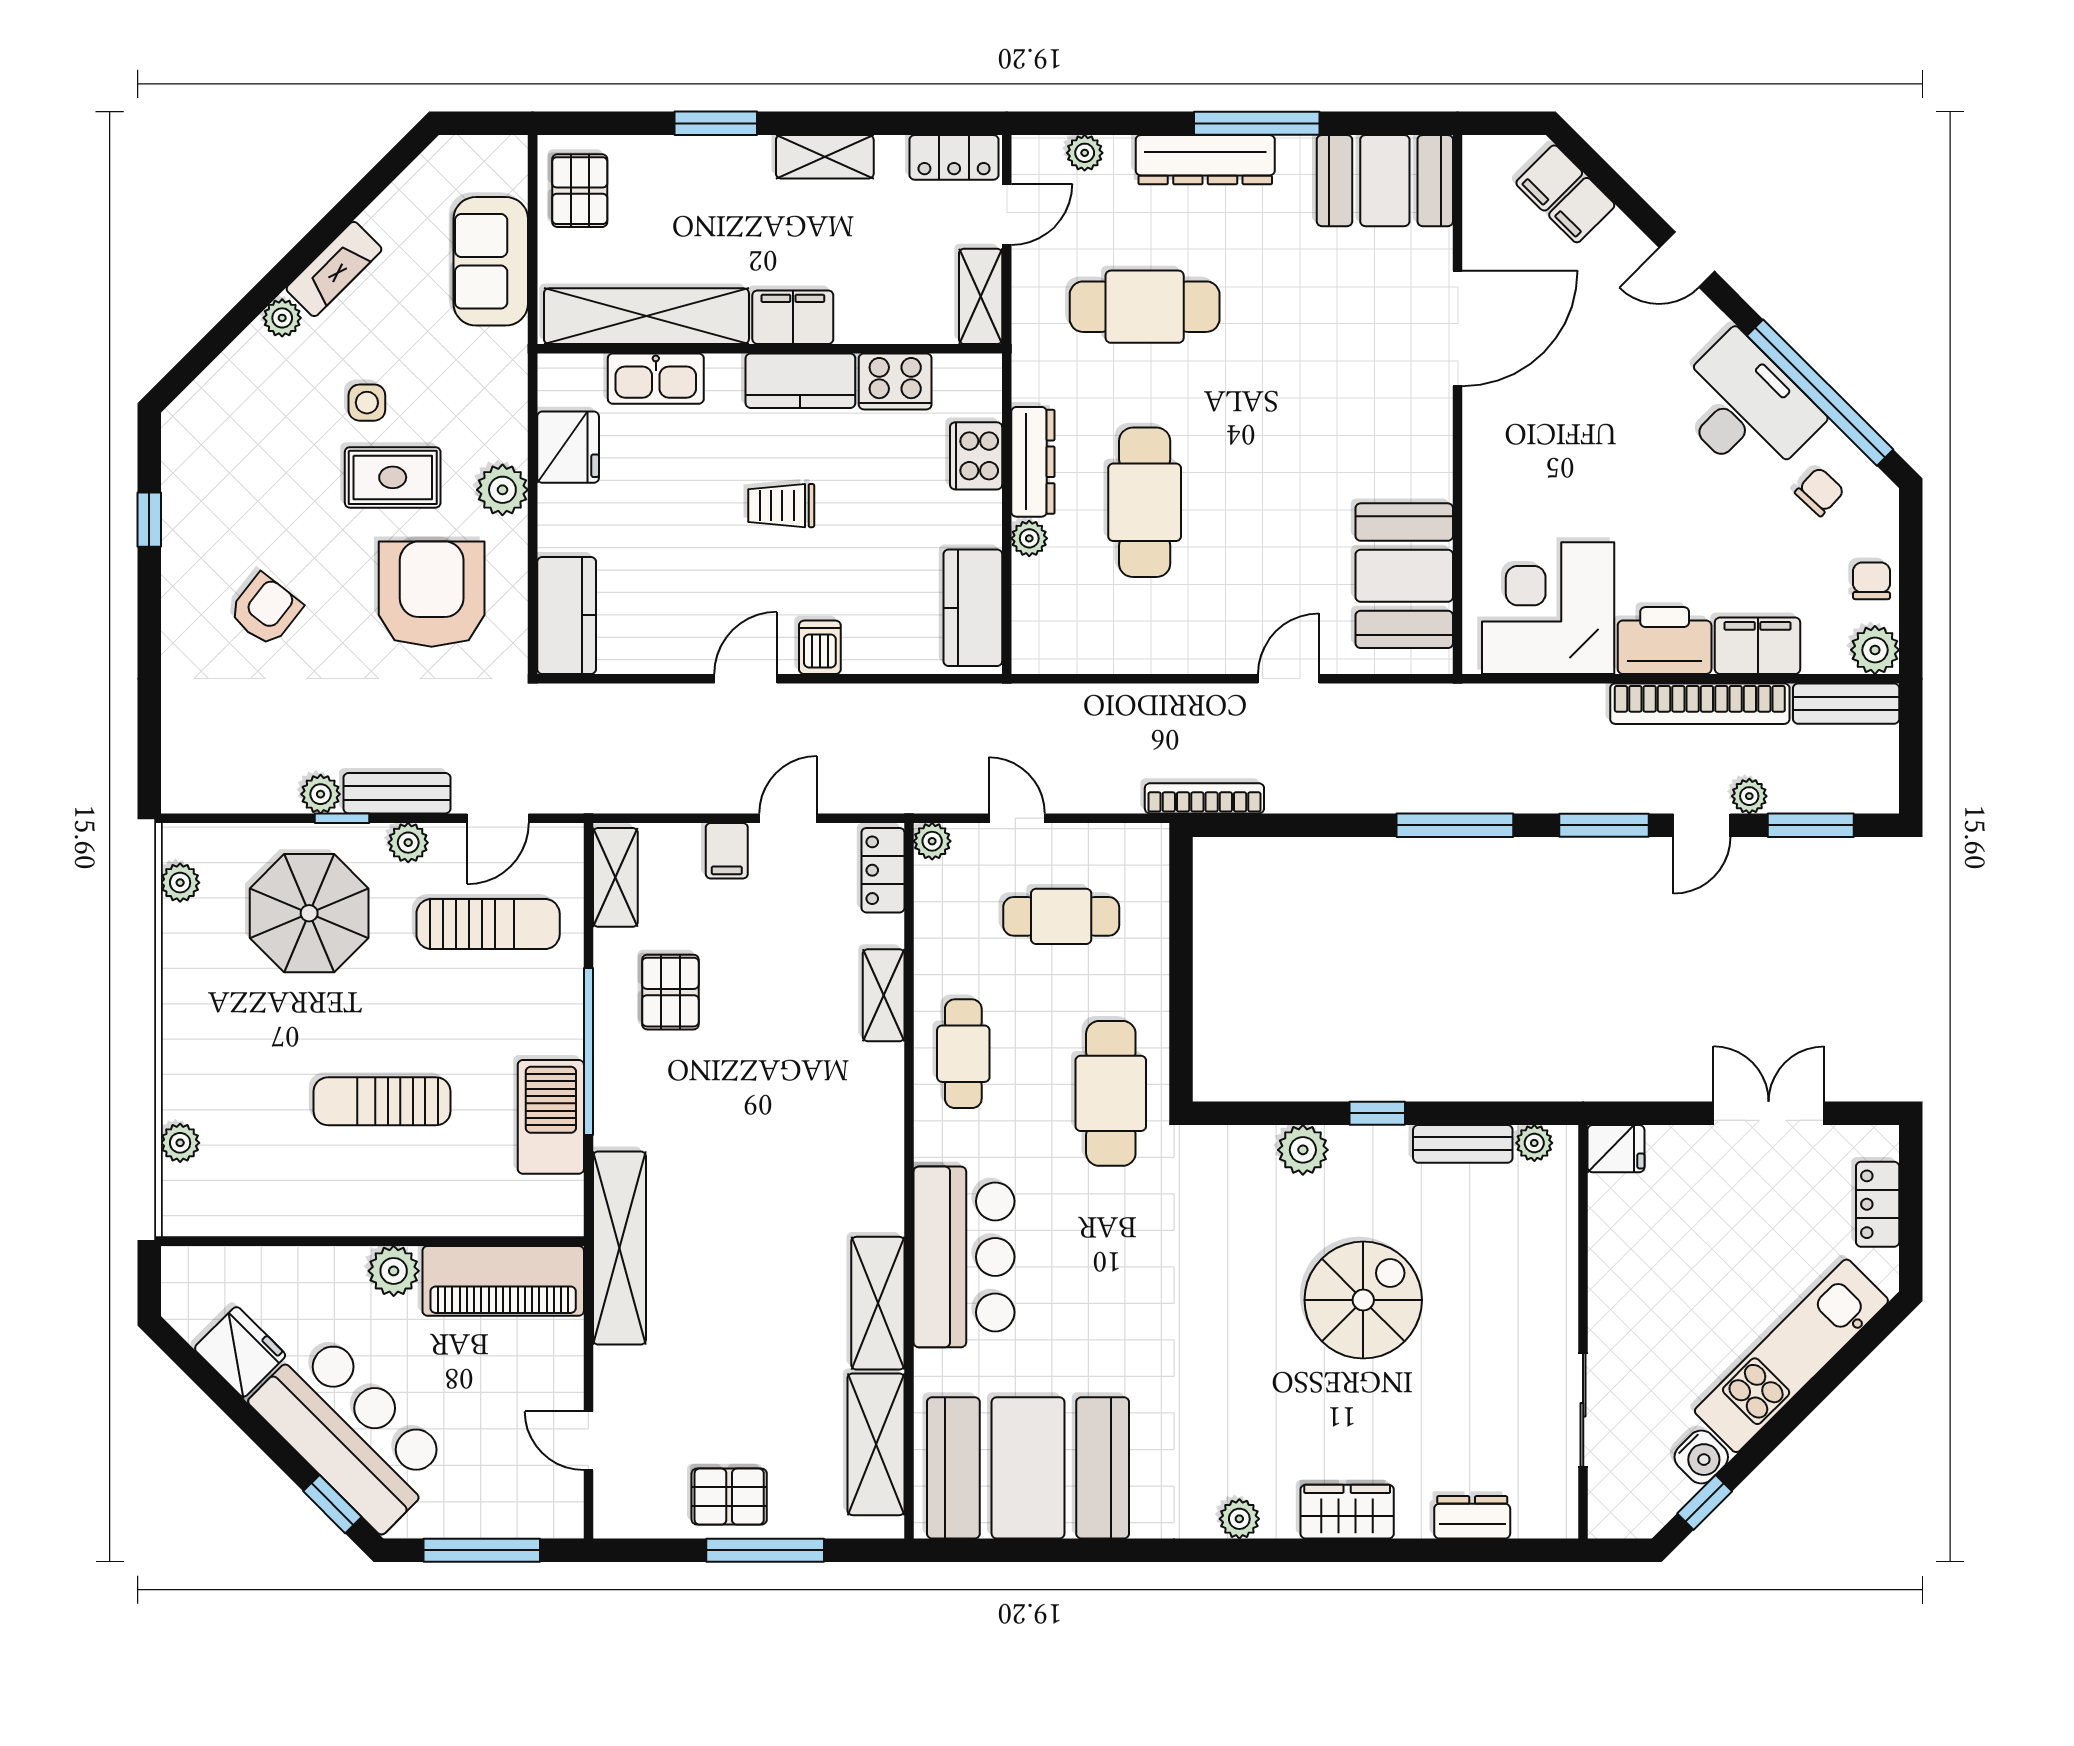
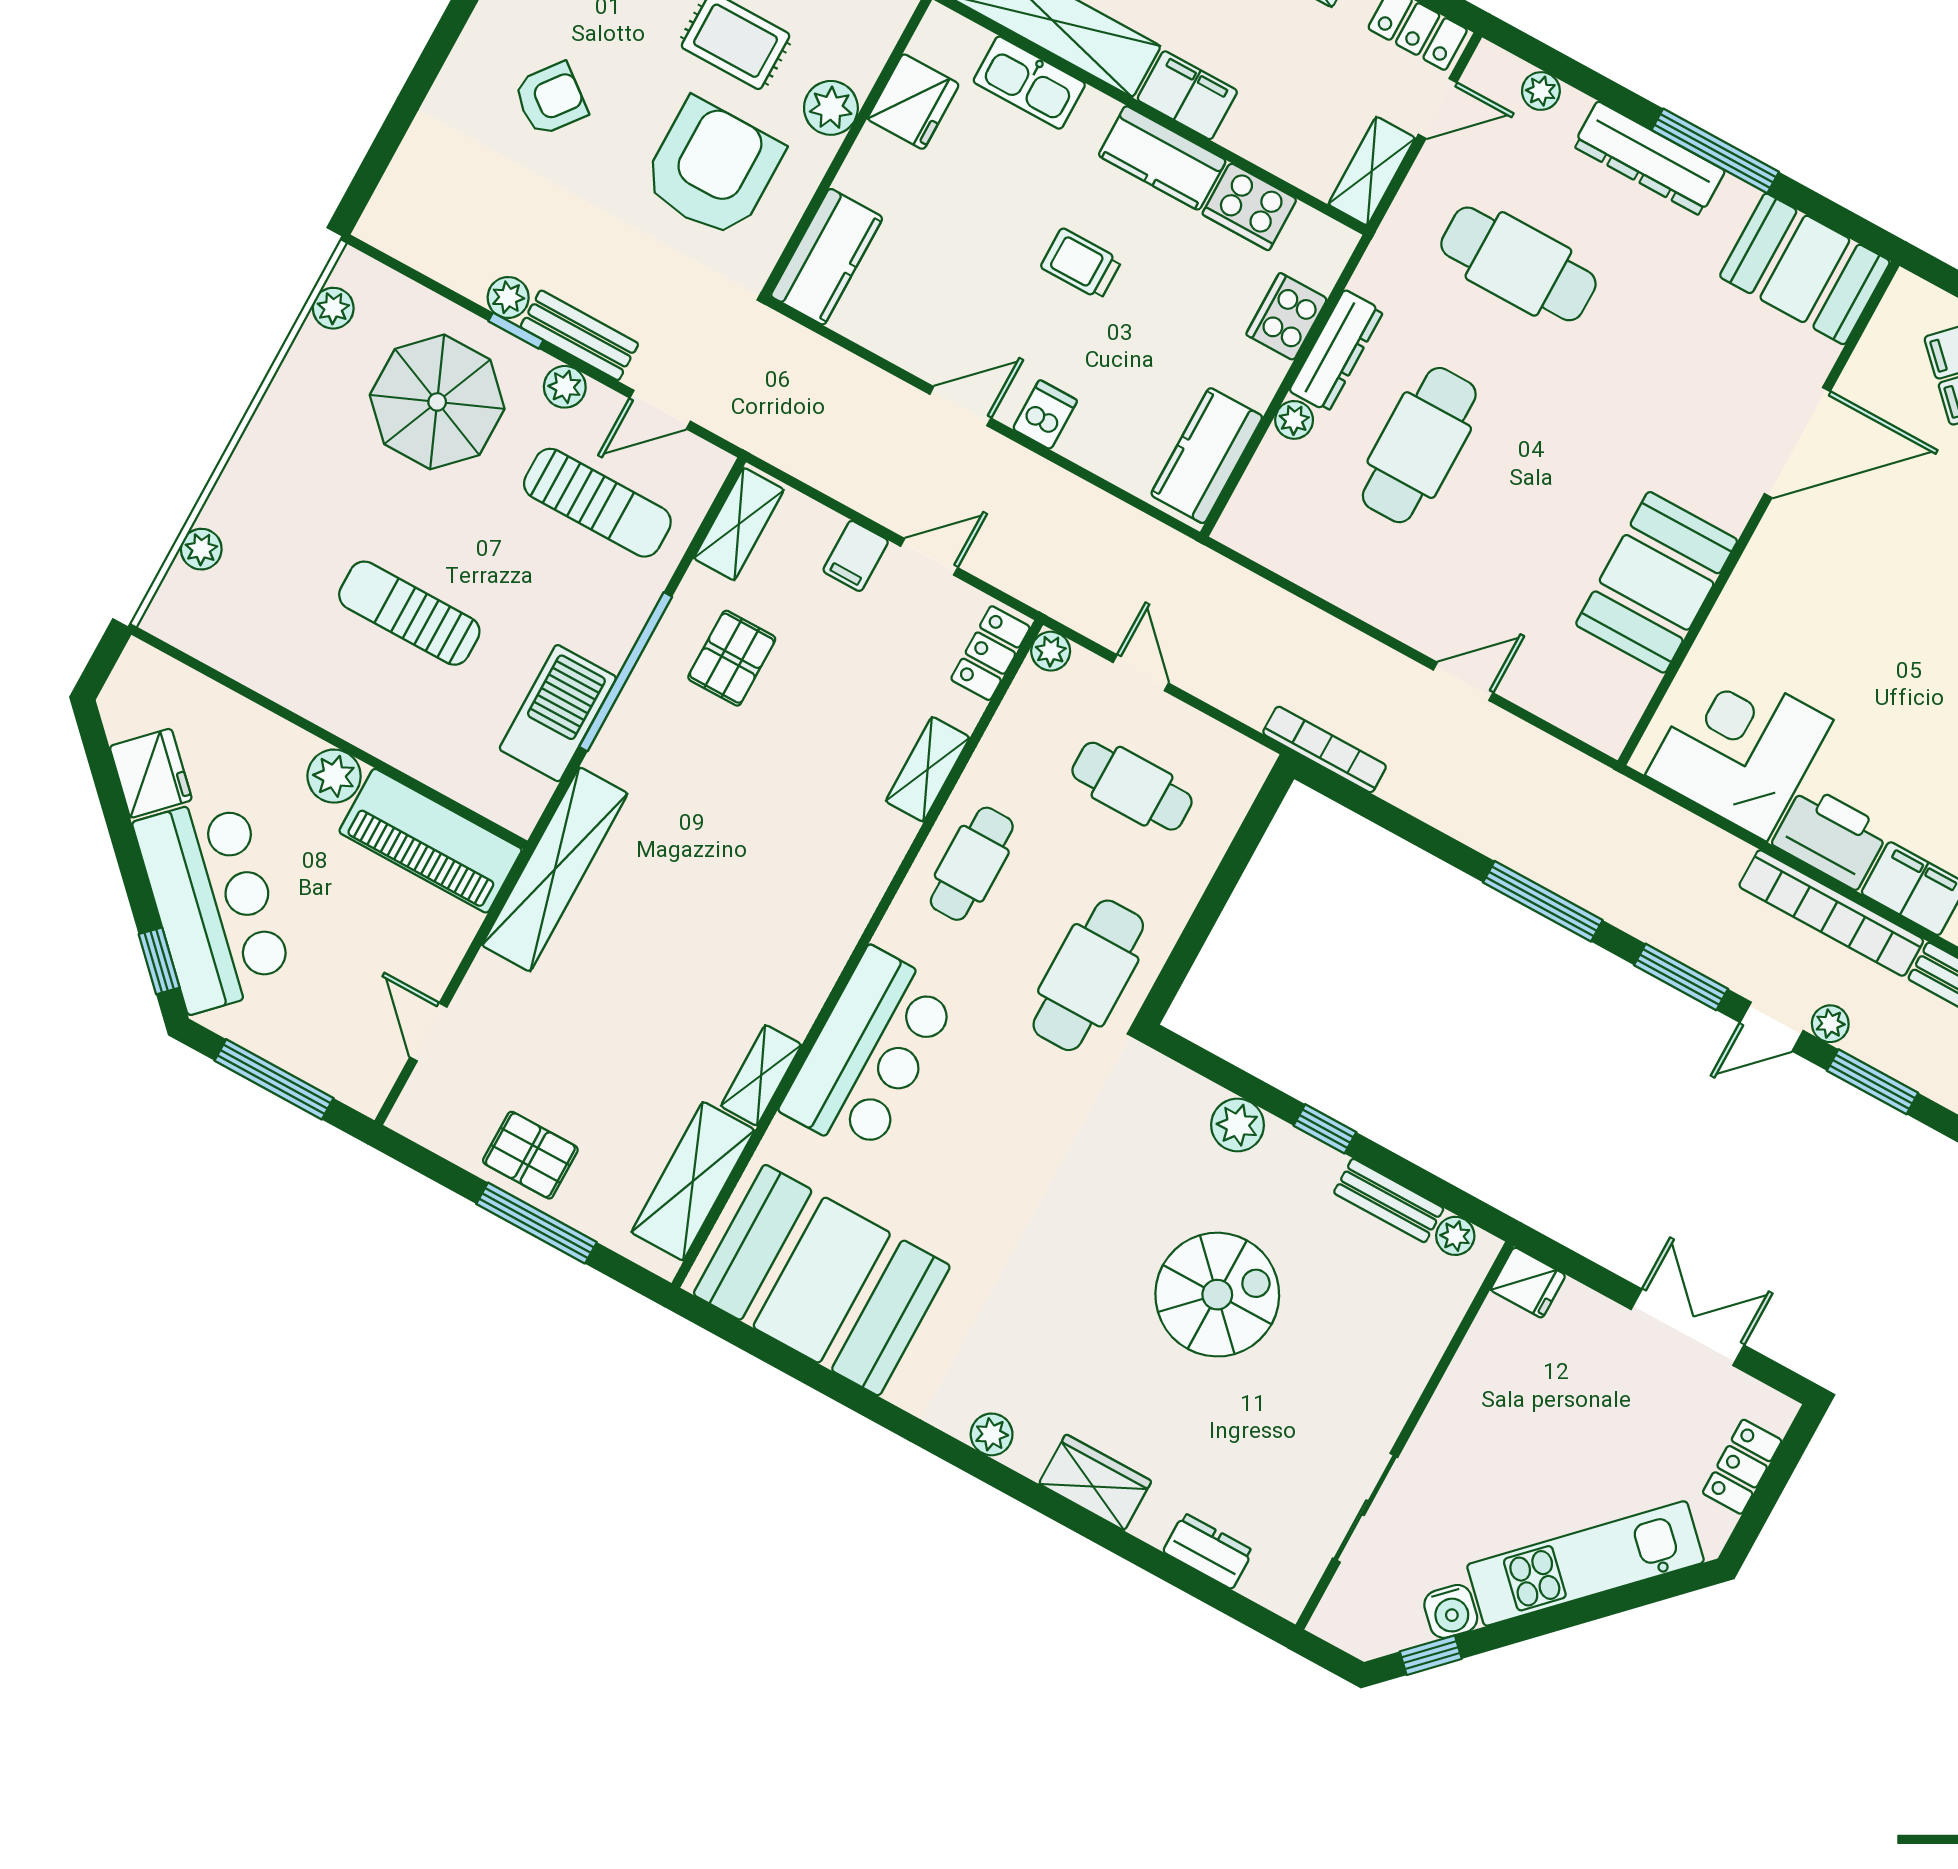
booth: (1404, 576) -> (1657, 582), moved
shelving: (878, 1303) -> (761, 1075), width x0.67, depth x0.75

